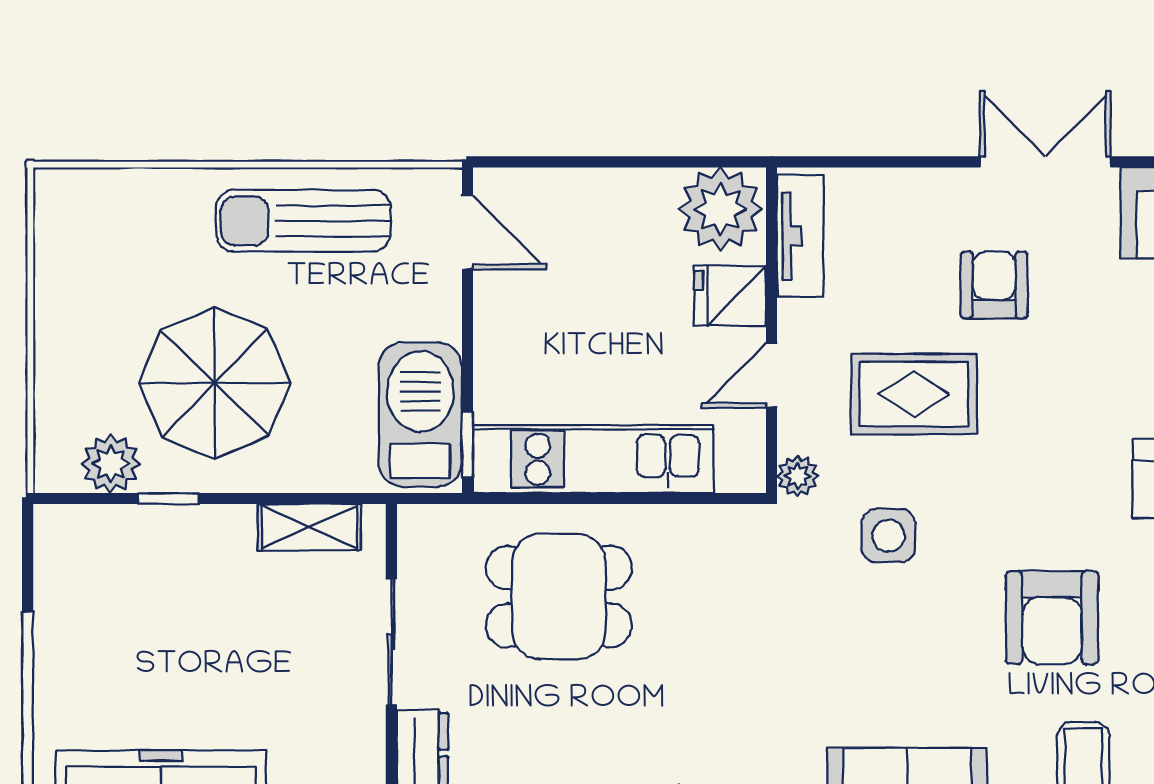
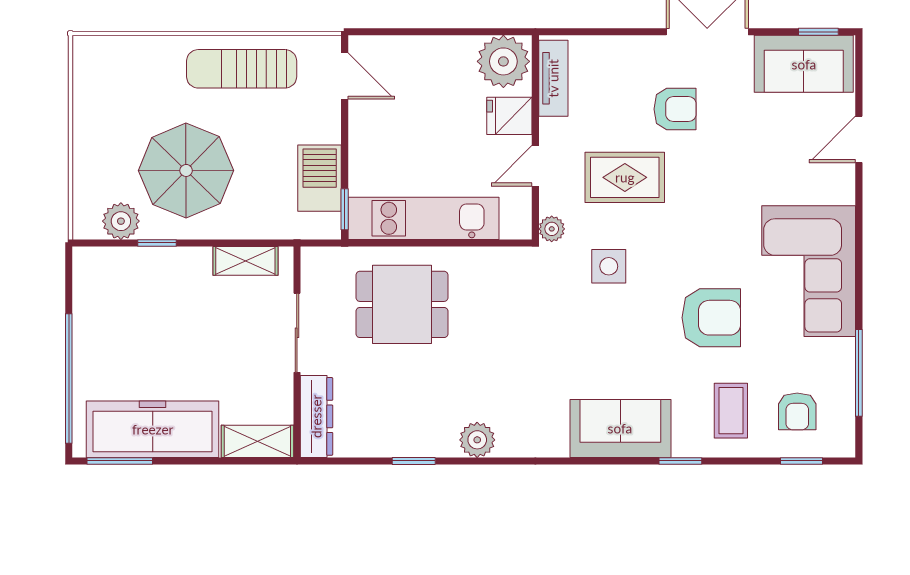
armchair: (994, 285) -> (675, 109), turned 90
barbecue: (420, 415) -> (320, 178), width x0.73, depth x0.83
armchair: (1052, 618) -> (711, 318), turned -90

